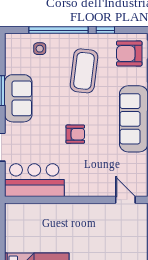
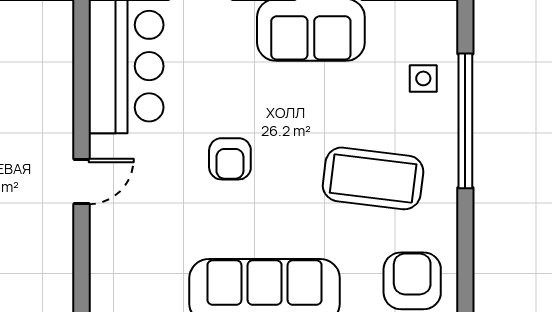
window: (105, 30) -> (465, 227), removed
door: (125, 200) -> (82, 182), moved

